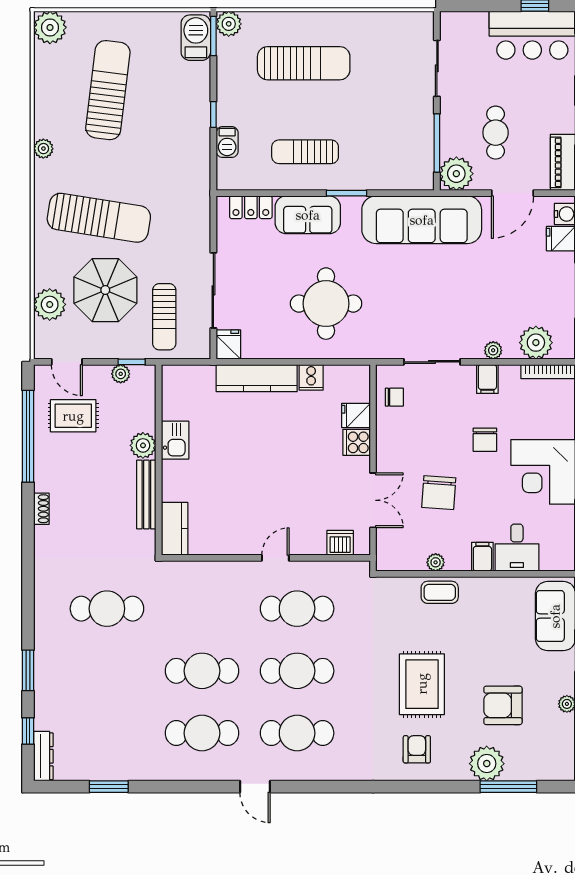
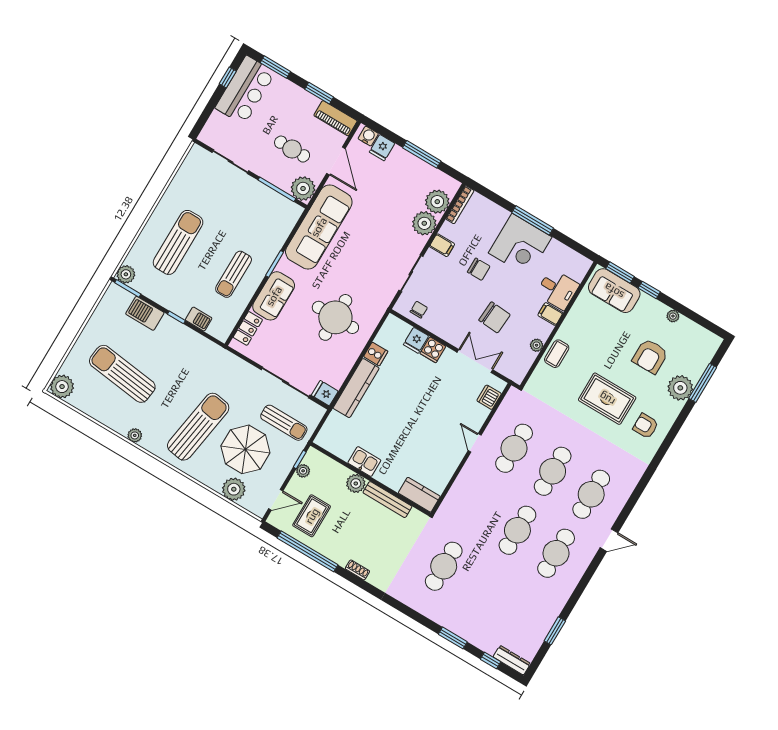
barbecue: (196, 38) -> (145, 313), moved
plant: (493, 350) -> (424, 223), width x1.88, depth x1.88

